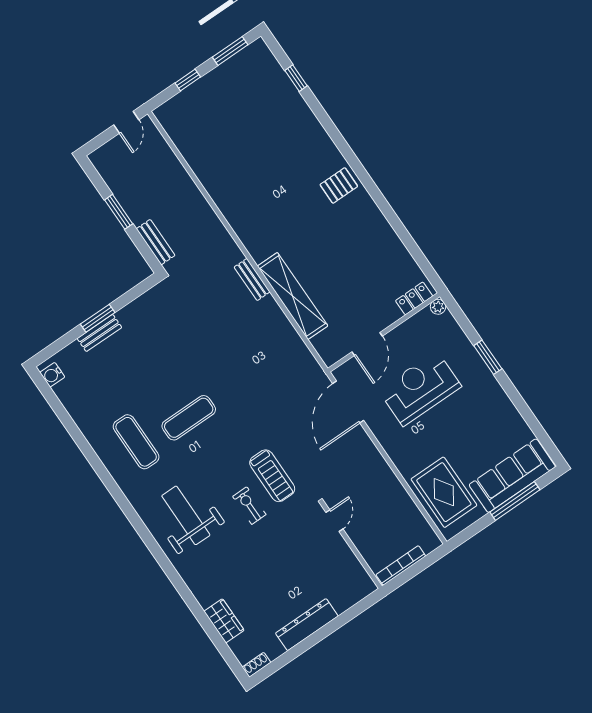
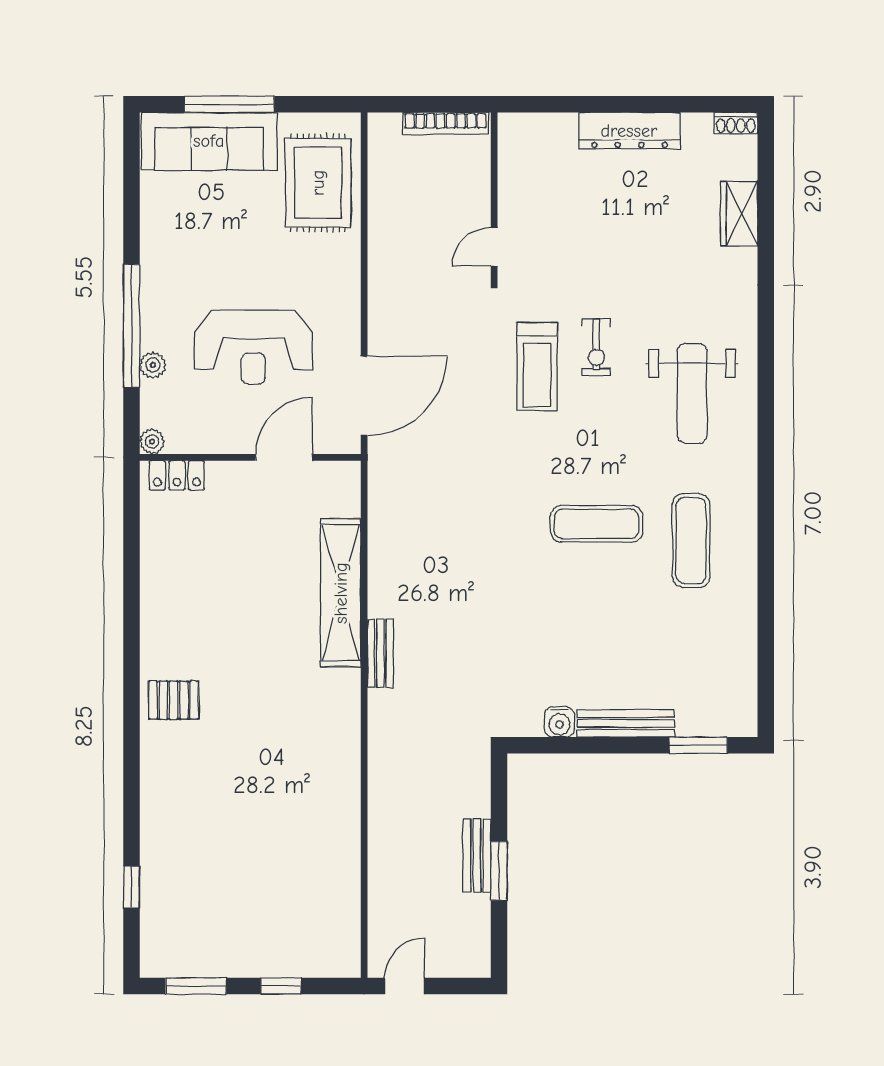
bench: (156, 242) -> (477, 855), moved
window: (98, 318) -> (698, 745), moved
bench: (99, 333) -> (626, 723), width x1.36
plant: (464, 345) -> (153, 365), added
window: (488, 357) -> (131, 326), width x2.11
water cooler: (52, 375) -> (559, 722), moved, turned 90
treadmill: (272, 476) -> (537, 366), turned 180

